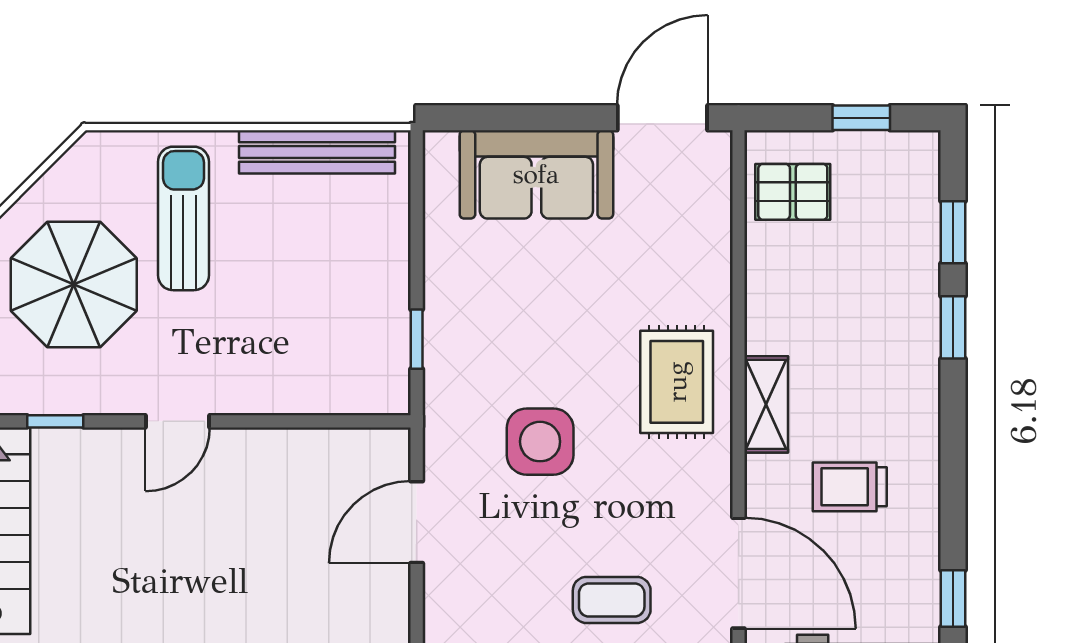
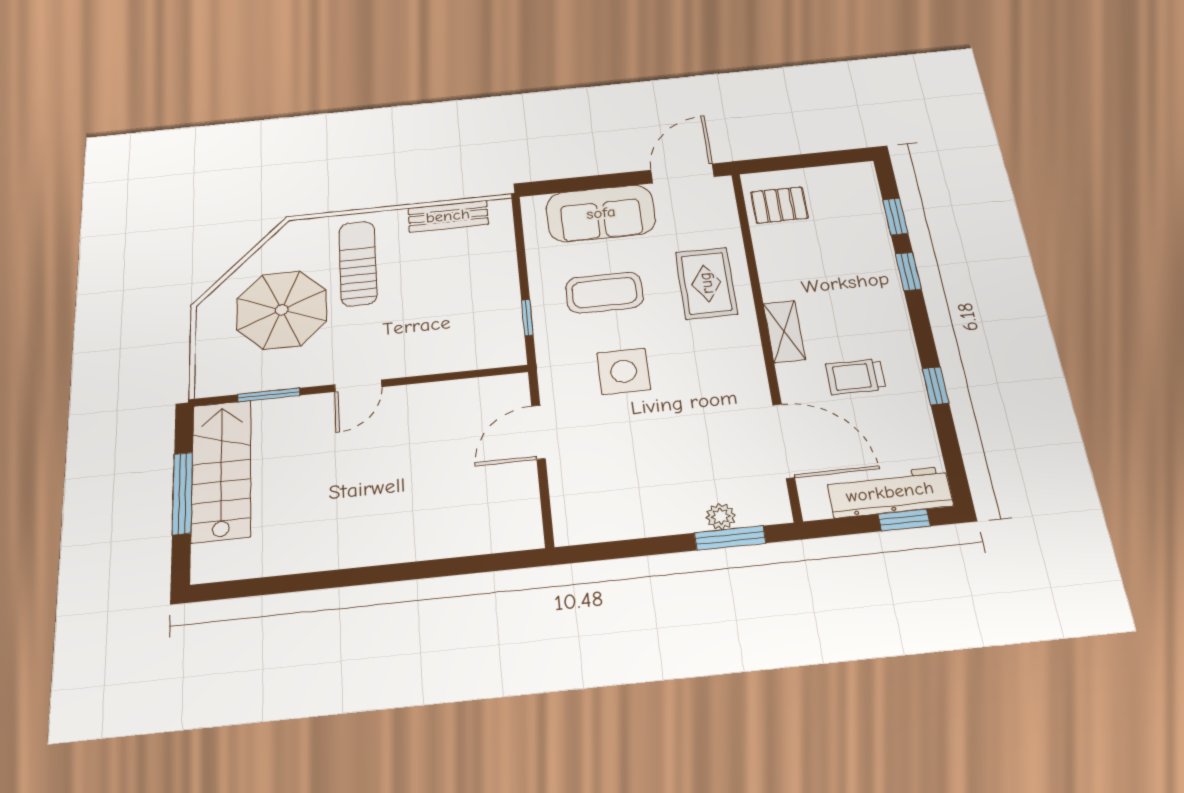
window: (861, 118) -> (818, 160), removed
bench: (317, 152) -> (448, 216), width x0.73
rug: (677, 382) -> (706, 283), moved
window: (55, 421) -> (269, 395), width x1.50
window: (953, 598) -> (935, 386), moved
coffee table: (612, 600) -> (604, 293), moved, width x1.36, depth x1.30

